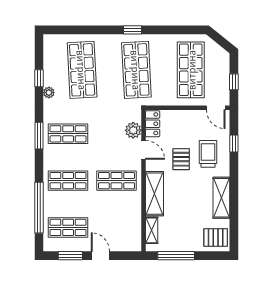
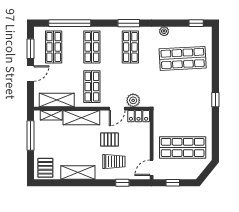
shop shelf: (136, 70) -> (183, 103), removed
window: (39, 78) -> (196, 23), moved
shelving: (133, 224) -> (57, 100), added

